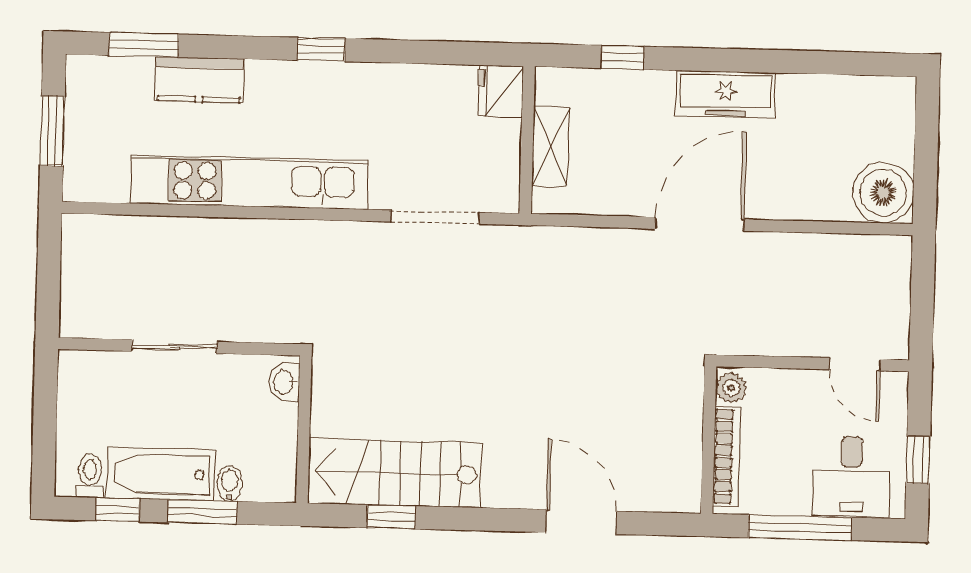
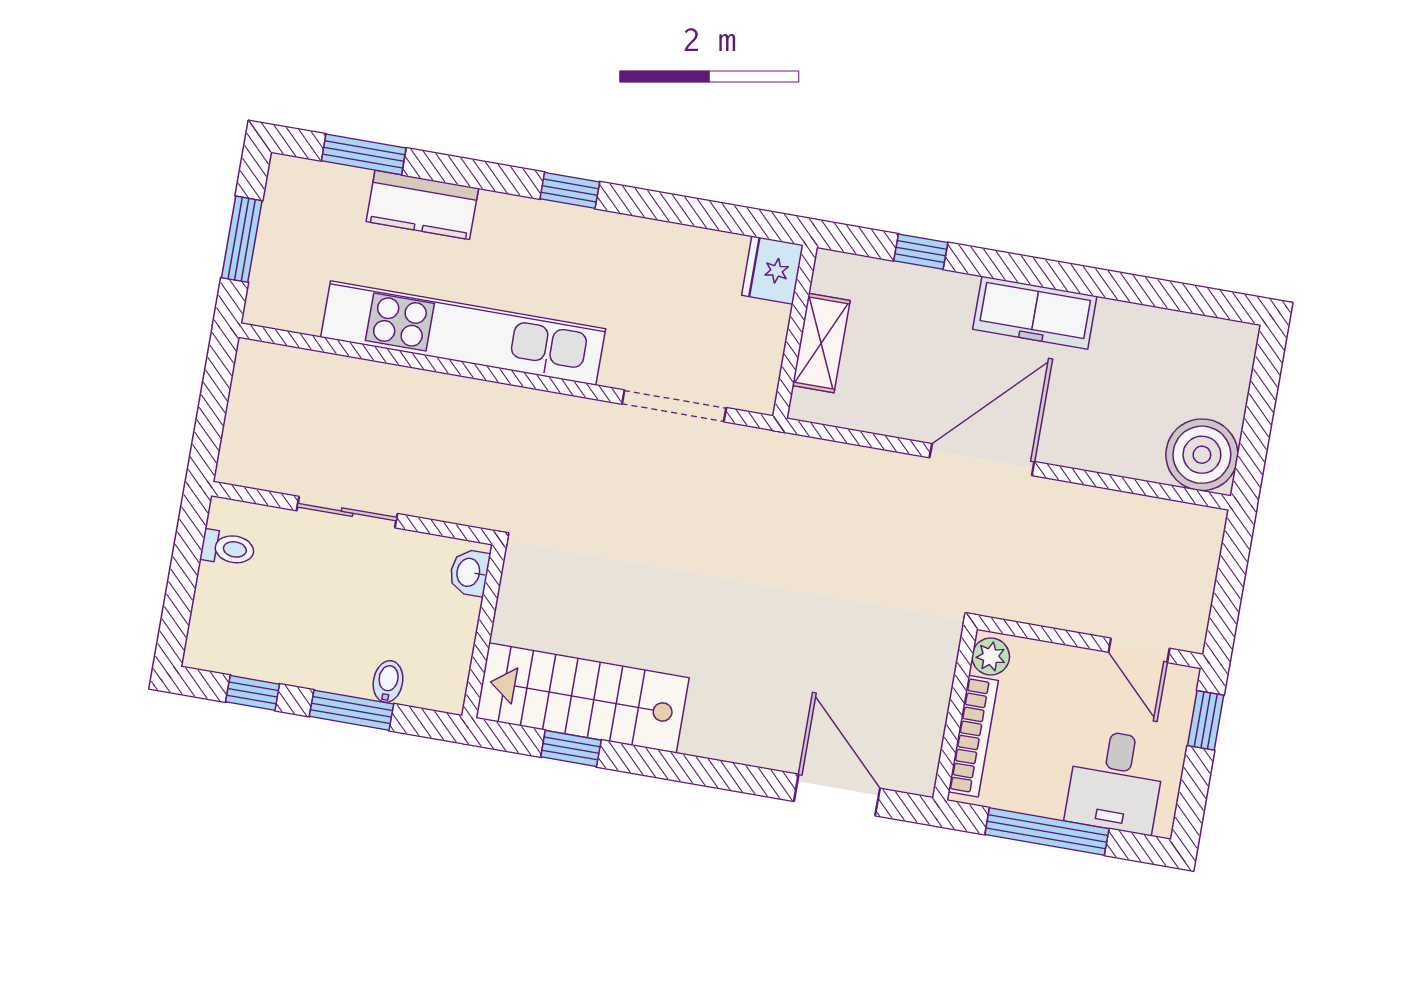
window: (918, 460) -> (1206, 720), moved
bathtub: (161, 474) -> (309, 659), removed
toilet: (90, 476) -> (228, 548), moved, turned 90
door: (581, 522) -> (837, 795), moved

